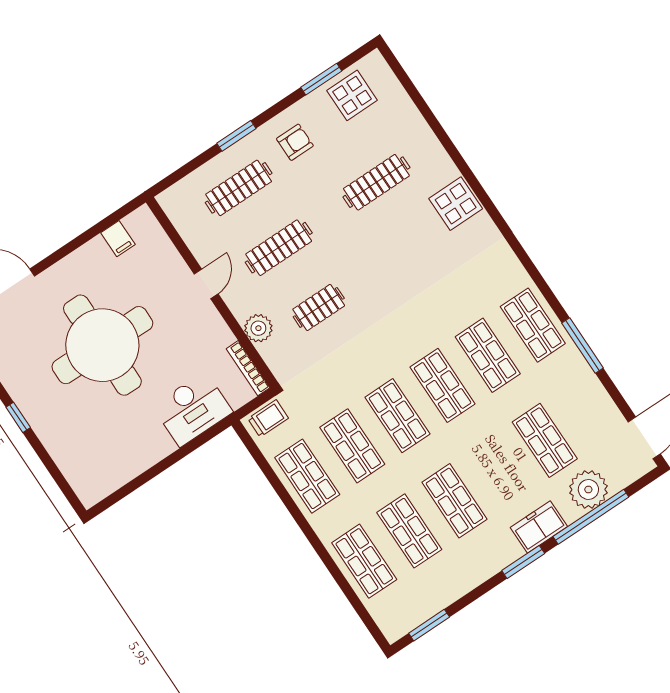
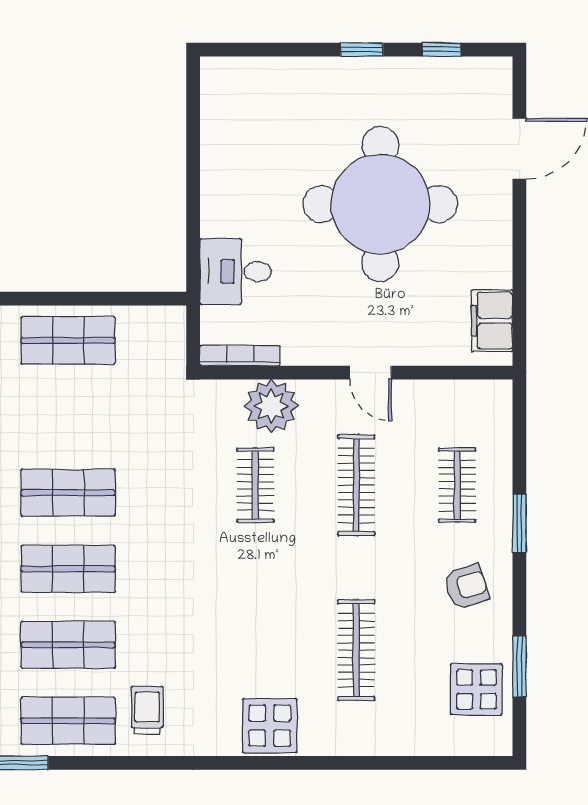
armchair: (295, 142) -> (466, 586), turned -107
clothes rail: (239, 188) -> (457, 485), width x0.73
filing cabinet: (118, 239) -> (492, 321), width x2.00
plant: (258, 328) -> (271, 406), width x1.36, depth x1.36
desk: (193, 409) -> (236, 271), width x0.73
trolley: (268, 418) -> (147, 710), moved, turned 180
shop shelf: (352, 446) -> (68, 417), removed

